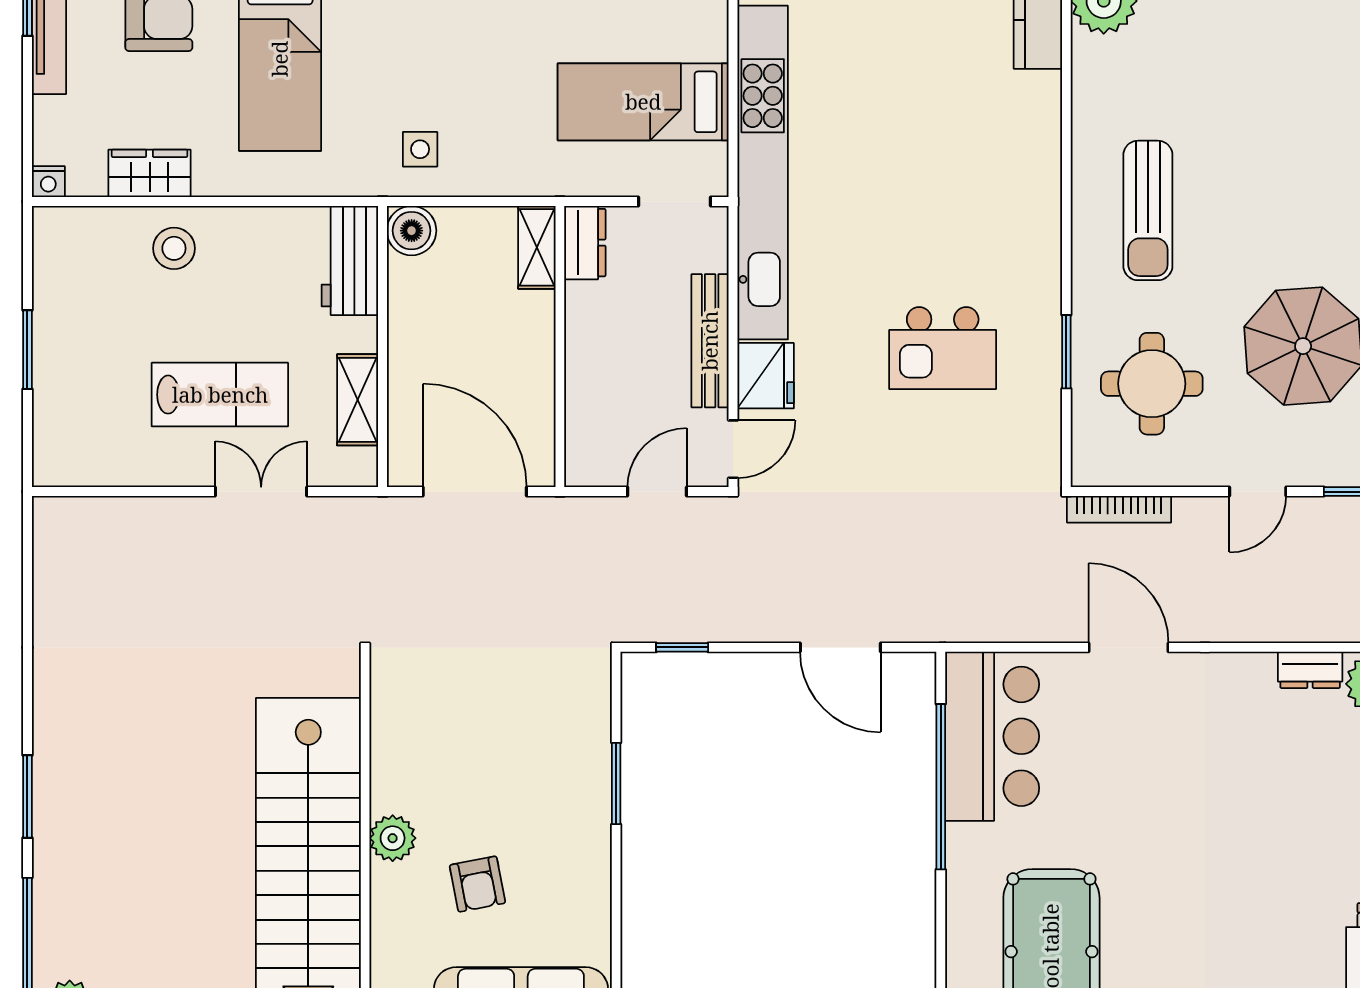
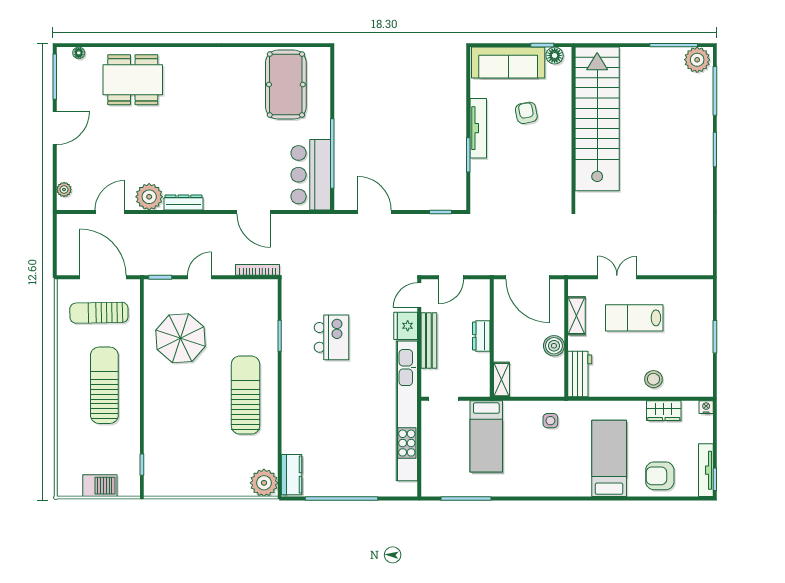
bed: (643, 102) -> (486, 436), moved, turned 90
sun lounger: (1148, 210) -> (245, 395), width x1.36, depth x1.34
boiler: (412, 231) -> (554, 346), moved
dresser: (585, 243) -> (481, 336), moved
kitchen island: (943, 348) -> (331, 337), turned 90
round table: (1152, 384) -> (244, 322), removed
double door: (261, 492) -> (617, 277), swing flipped
dresser: (1310, 670) -> (183, 203), width x1.44
plant: (393, 838) -> (562, 132), removed
tv unit: (592, 847) -> (478, 128), added

